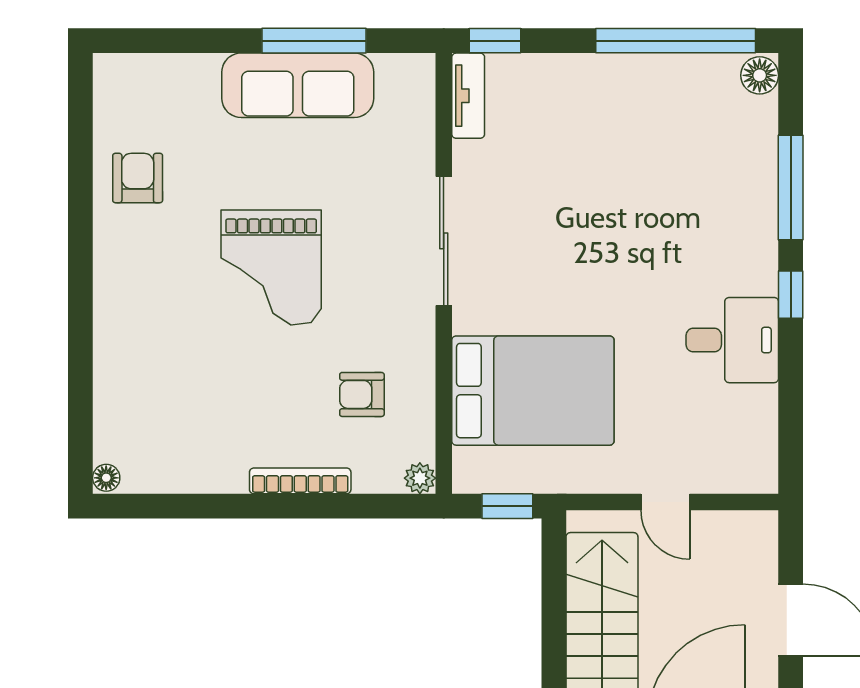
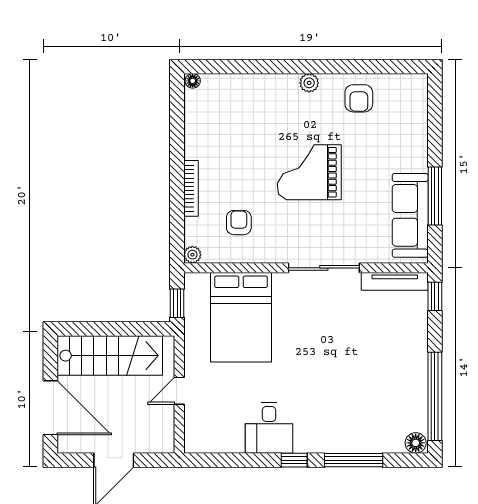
sofa: (298, 85) -> (410, 215), moved
tv unit: (468, 96) -> (395, 281), width x1.41
armchair: (138, 178) -> (359, 98), turned 90
plant: (110, 268) -> (309, 83), added

